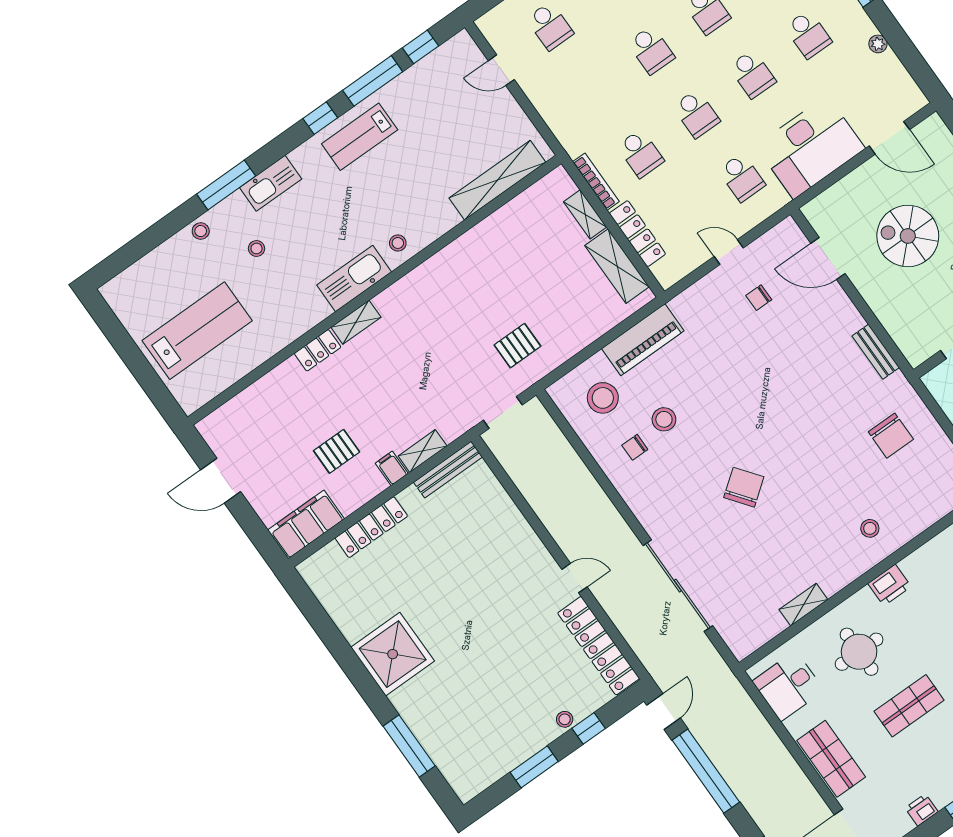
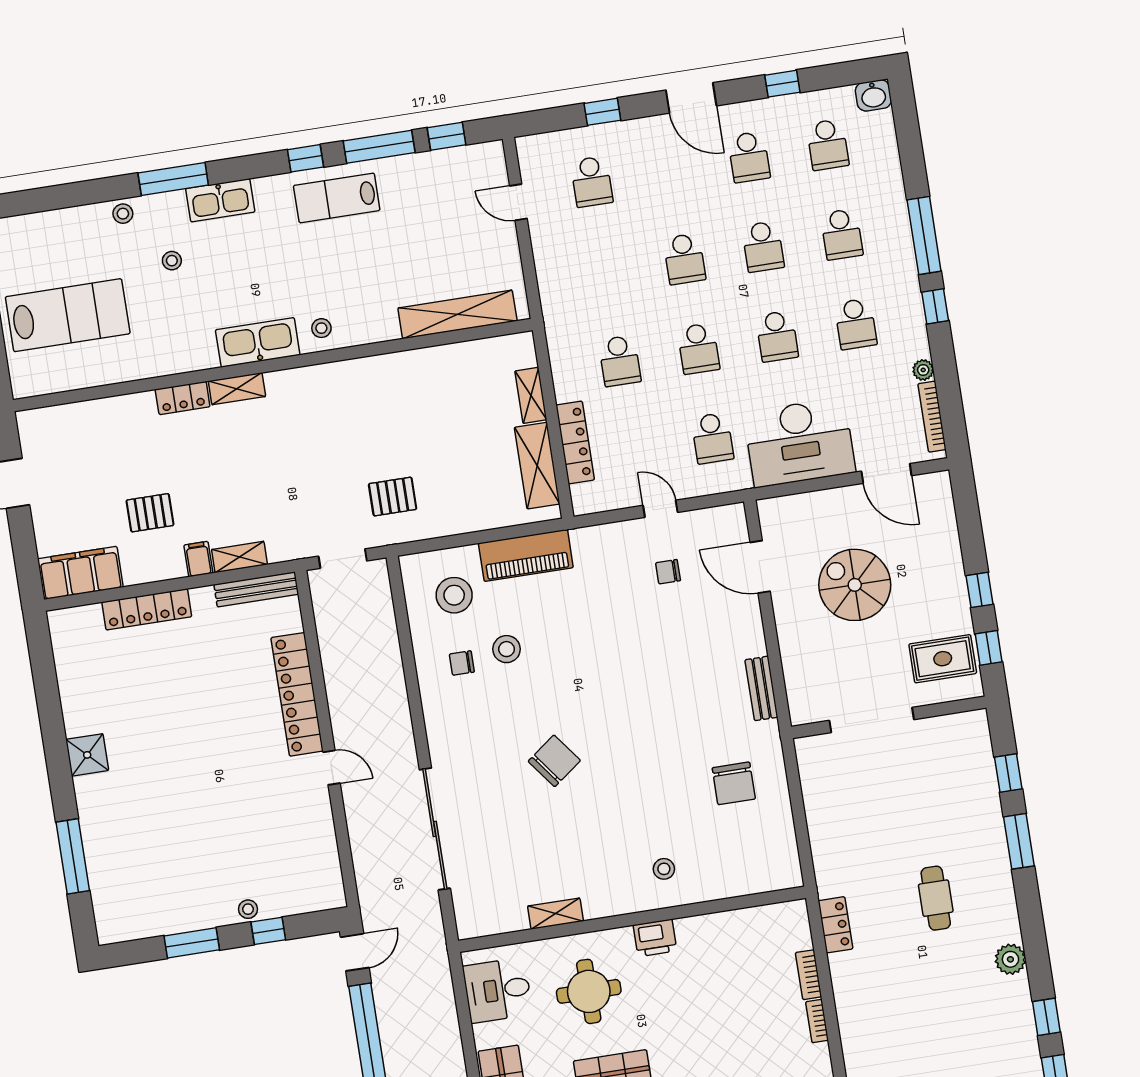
bookcase: (596, 182) -> (932, 417), moved, turned 180
locker: (599, 646) -> (297, 694), moved
shower: (393, 654) -> (87, 755), width x0.54, depth x0.54

